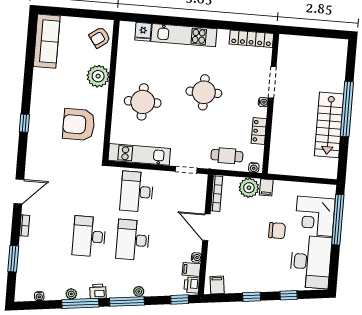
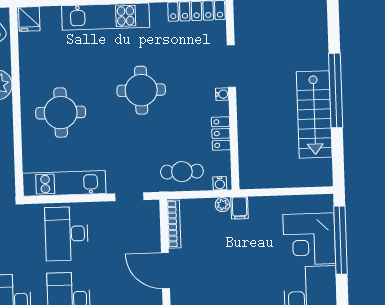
fridge: (143, 32) -> (29, 19), moved
plant: (249, 188) -> (222, 205), width x0.53, depth x0.53
chair: (277, 231) -> (261, 264), removed

